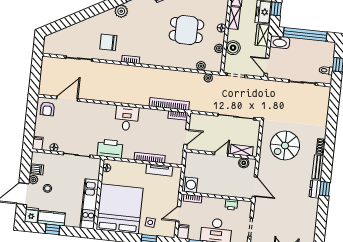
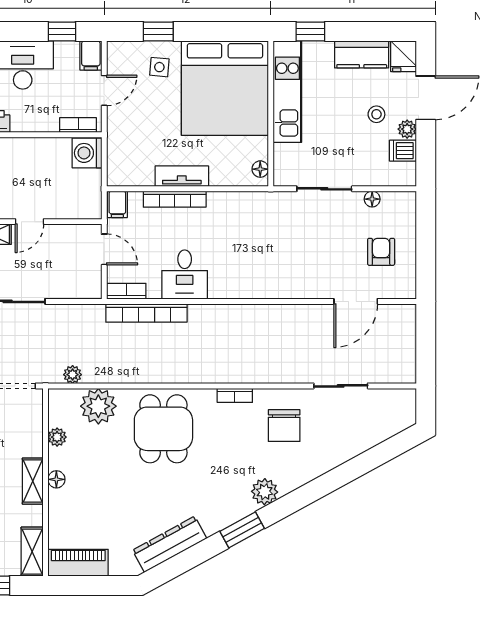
shelving: (234, 18) -> (33, 481), moved
dining table: (186, 30) -> (163, 429), moved, turned 90
chair: (108, 42) -> (284, 426), turned 90
boiler: (233, 48) -> (29, 442), removed
plant: (201, 66) -> (98, 406), width x1.88, depth x1.88
armchair: (47, 109) -> (381, 252), moved
desk: (127, 118) -> (185, 274), moved
door: (186, 137) -> (104, 249), swing flipped
filing cabinet: (38, 143) -> (117, 204), moved
printer: (110, 149) -> (258, 209), removed
tv unit: (159, 170) -> (182, 176), moved
window: (52, 229) -> (310, 31), moved

